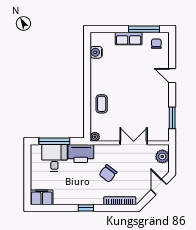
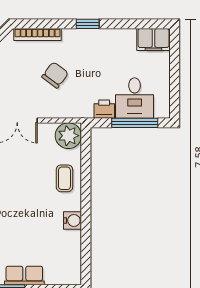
water cooler: (96, 52) -> (72, 220), moved
plant: (95, 137) -> (68, 136), width x1.88, depth x1.88
printer: (81, 153) -> (104, 109), width x0.53, depth x0.68

